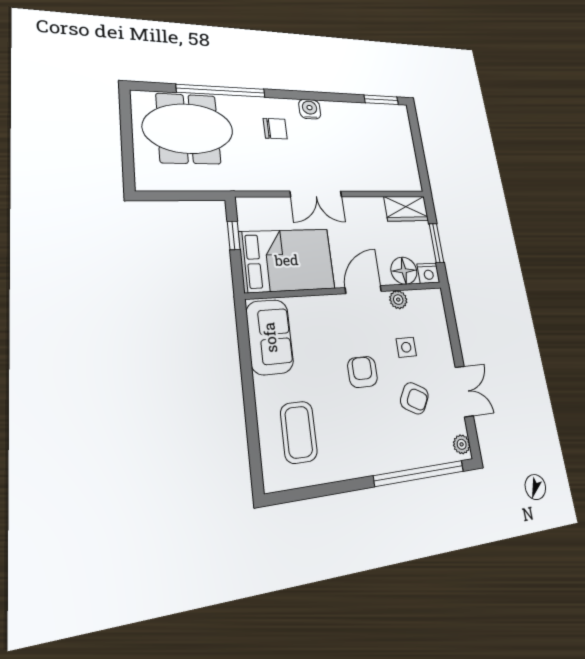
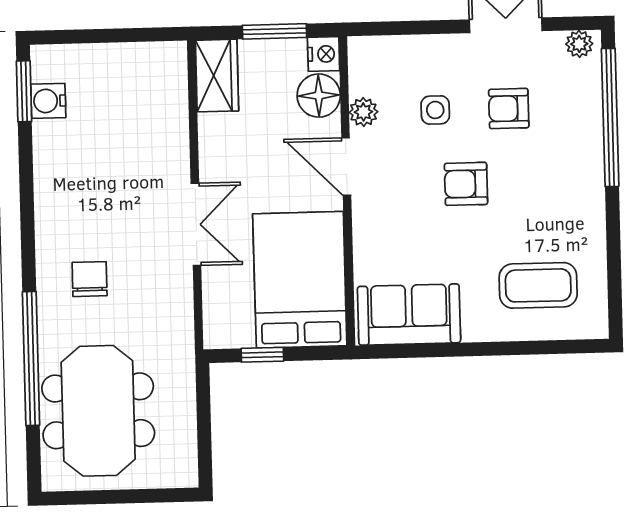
water cooler: (310, 109) -> (48, 101), moved
armchair: (414, 398) -> (509, 109), turned -119

